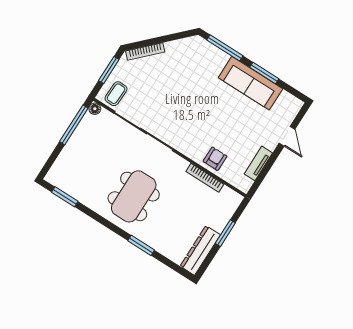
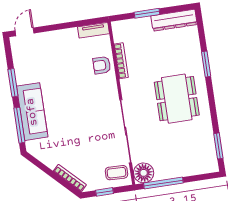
window: (109, 70) -> (104, 192), width x0.67
sofa: (251, 83) -> (32, 112), moved
floor lamp: (95, 109) -> (144, 173), width x1.89, depth x1.89
door: (287, 136) -> (25, 32), moved
tv unit: (258, 163) -> (93, 30), moved
dining table: (134, 196) -> (177, 99), turned 90

